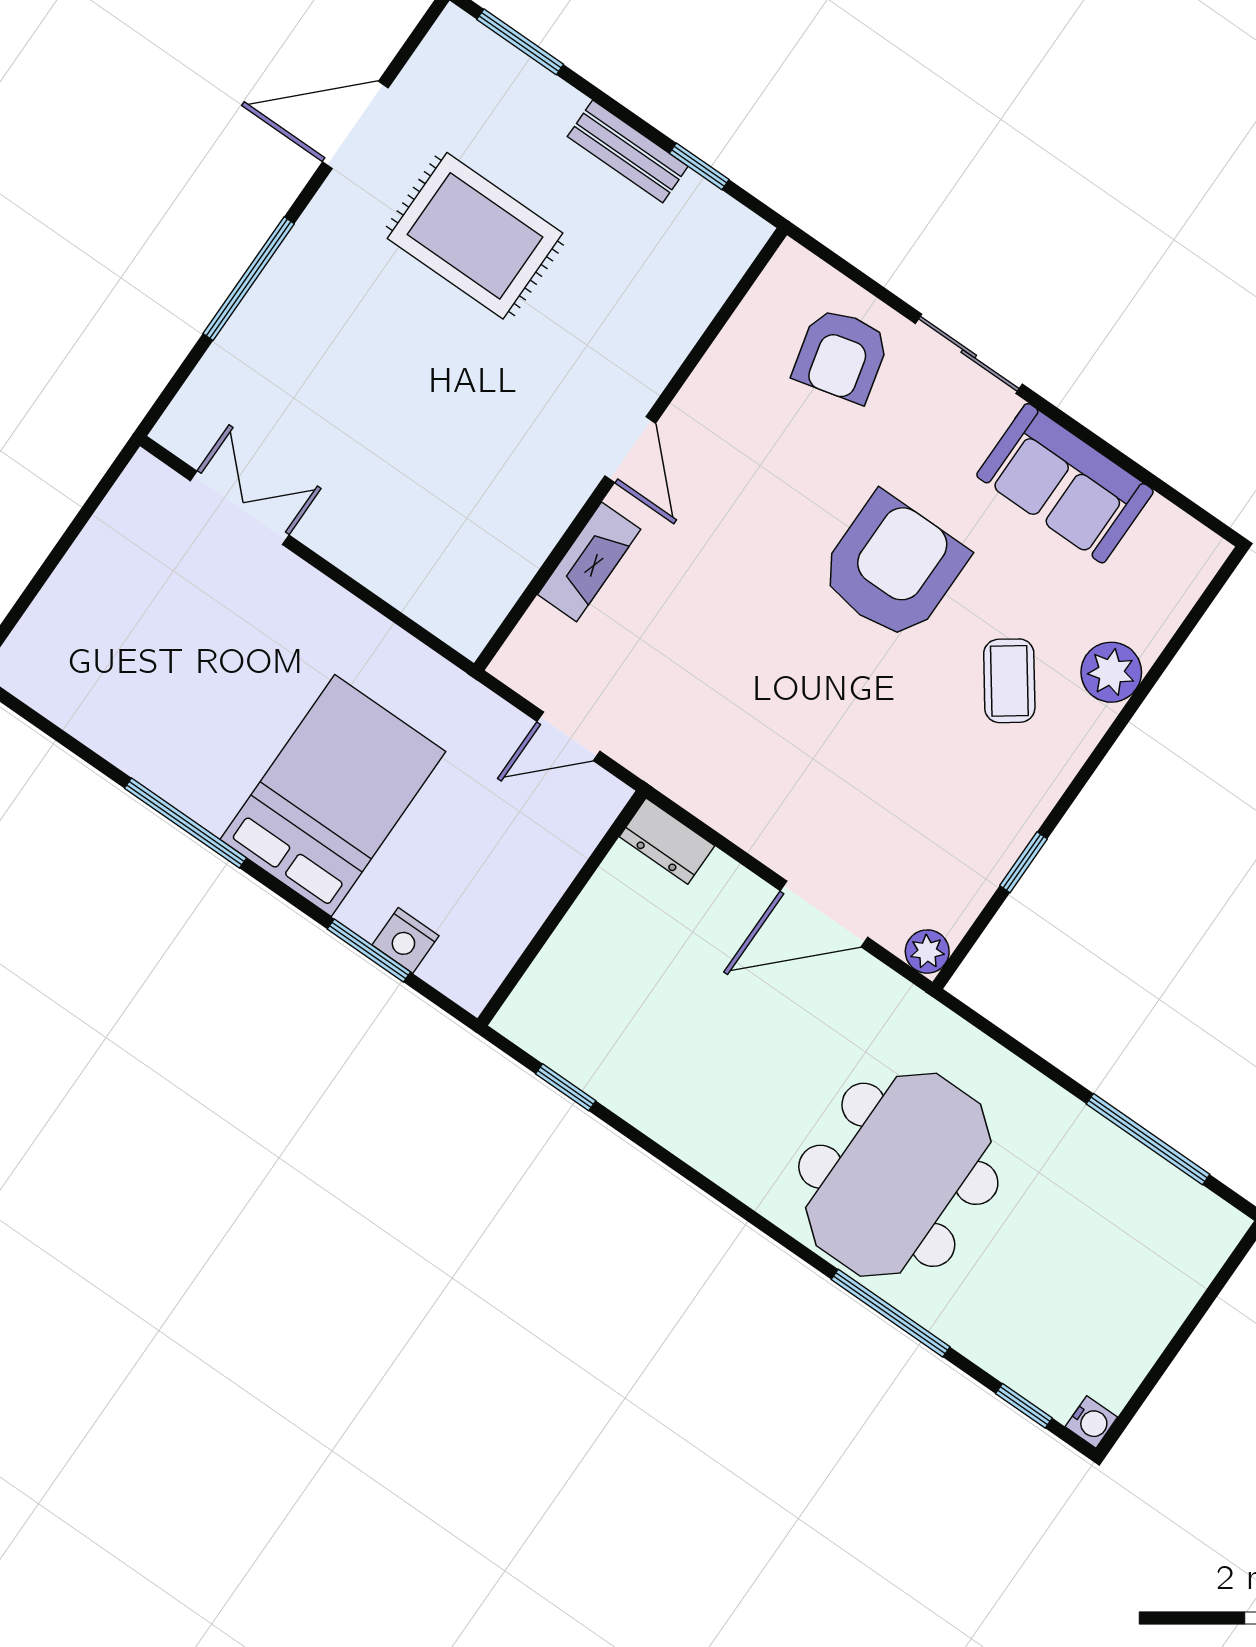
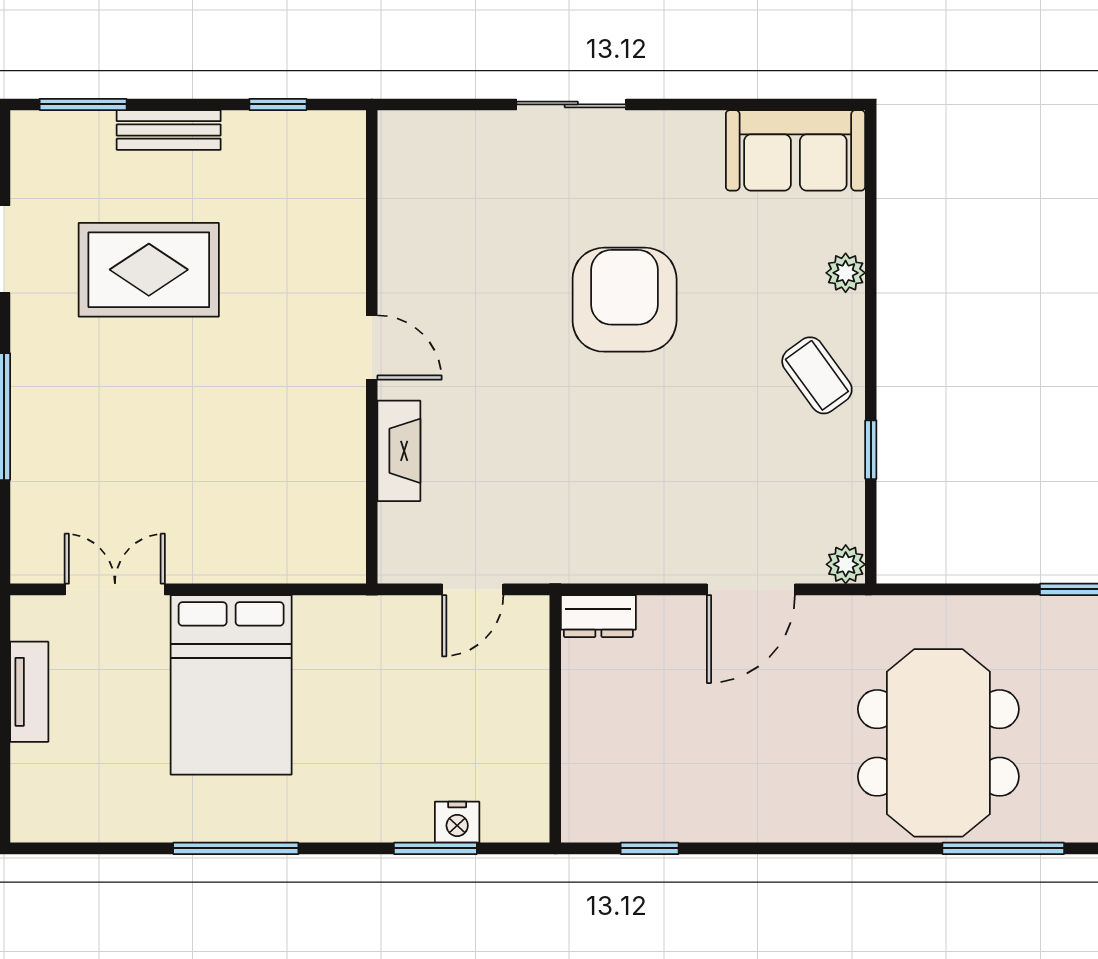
bench: (628, 151) -> (169, 130), moved
armchair: (841, 355) -> (478, 171), removed
sofa: (1065, 483) -> (795, 150), moved
tv unit: (96, 547) -> (29, 692), added
plant: (1111, 672) -> (846, 273), width x0.73, depth x0.73
coffee table: (1009, 681) -> (817, 375), moved
bed: (333, 796) -> (231, 685), moved, turned 180

